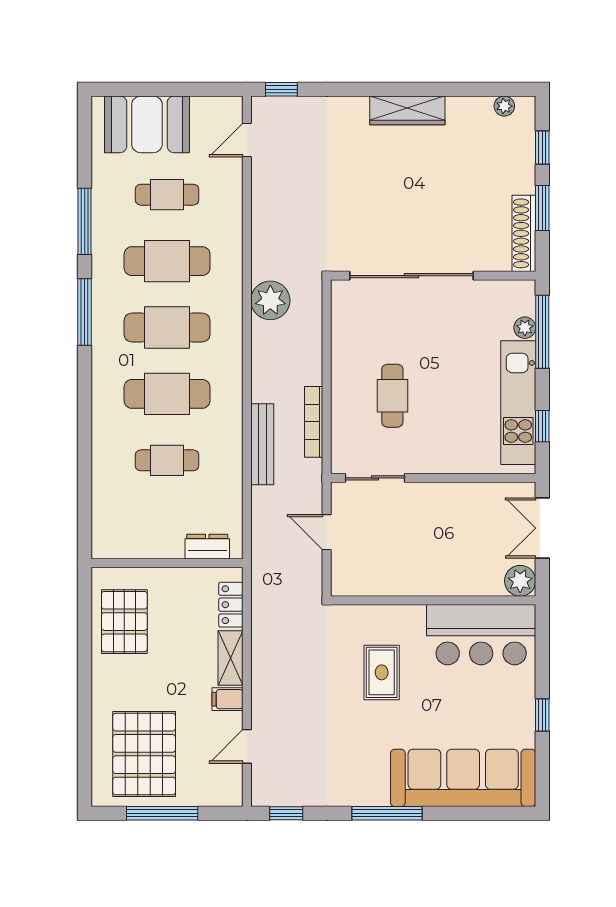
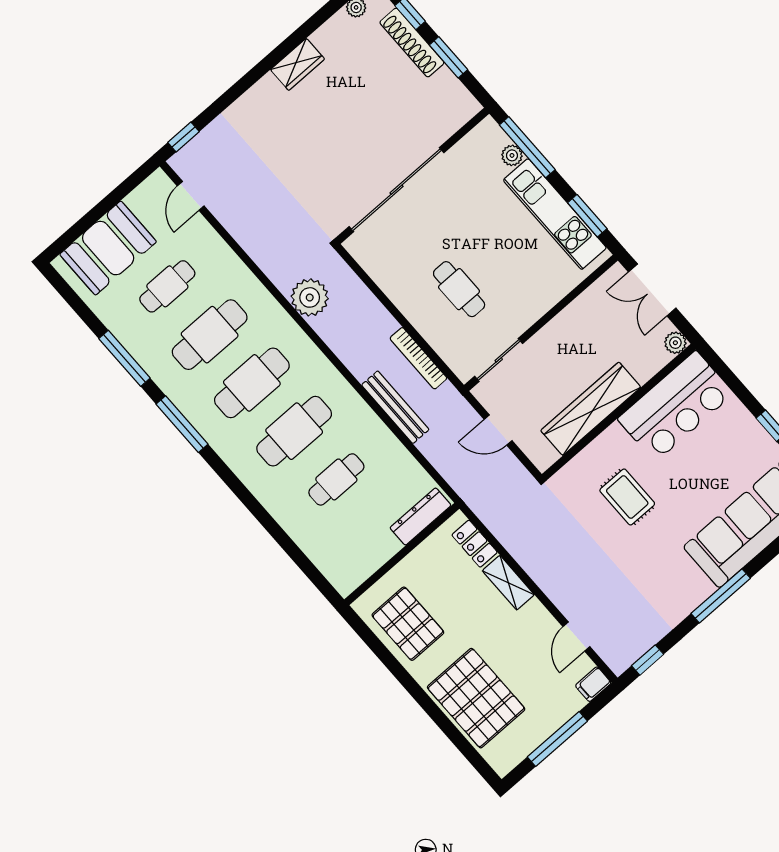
wardrobe: (407, 110) -> (297, 64), width x0.67
shoe rack: (524, 233) -> (412, 43), moved
window: (542, 426) -> (587, 216), width x1.50
dresser: (207, 547) -> (420, 516), width x1.44
wardrobe: (413, 579) -> (591, 409), added
plant: (520, 581) -> (675, 343), width x0.73, depth x0.73
filing cabinet: (227, 699) -> (593, 684), moved
pallet: (144, 754) -> (476, 698), moved

